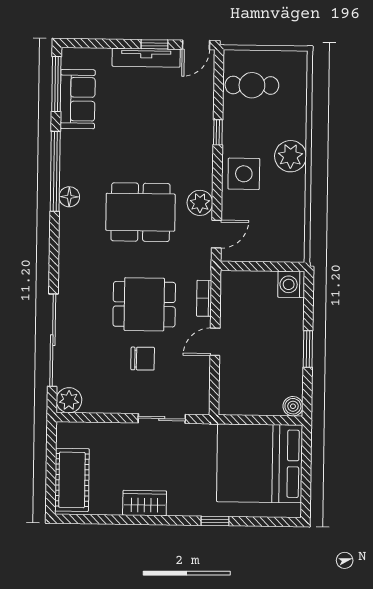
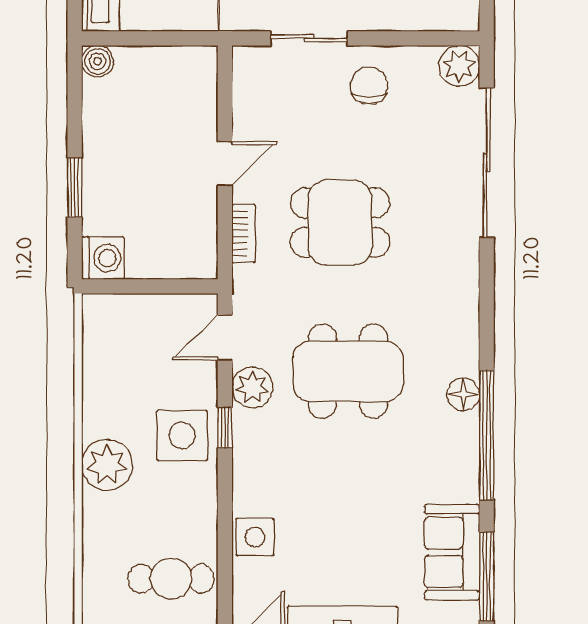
side table: (200, 110) -> (255, 537), added
window: (218, 132) -> (225, 428), moved
window: (308, 349) -> (75, 187), moved
chair: (143, 359) -> (369, 86), moved, turned 90

